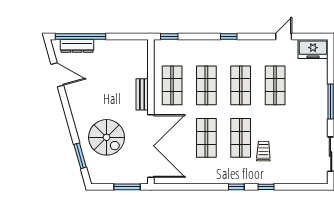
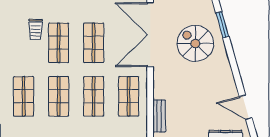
bench: (142, 94) -> (159, 116), moved

